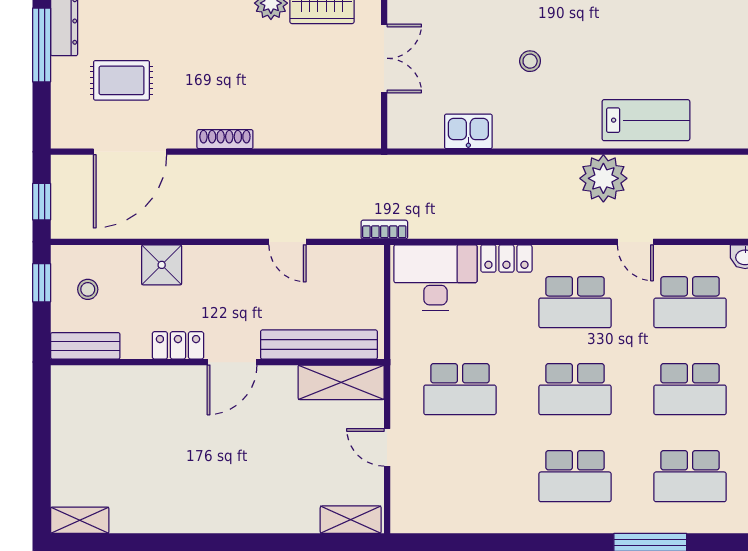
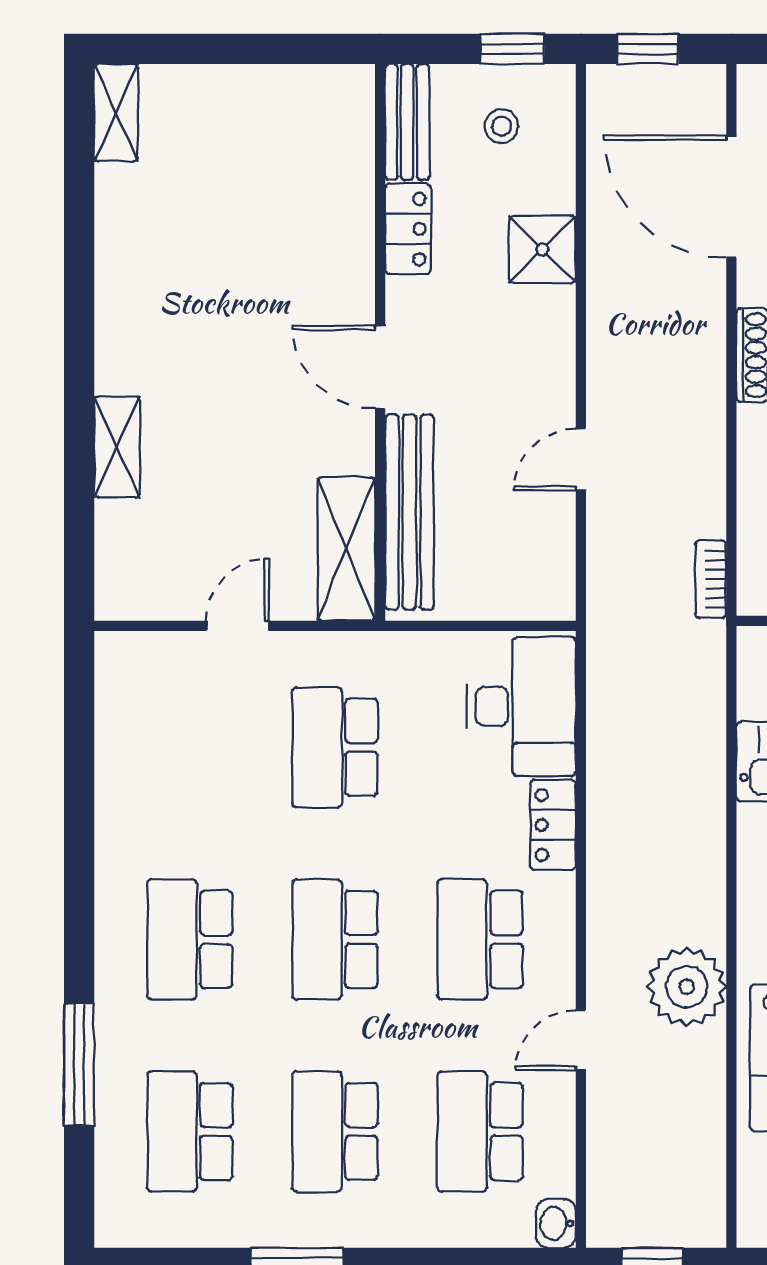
bookcase: (384, 230) -> (711, 579), moved, turned 180
locker: (178, 345) -> (408, 229), moved
shelving: (351, 520) -> (117, 447), moved

